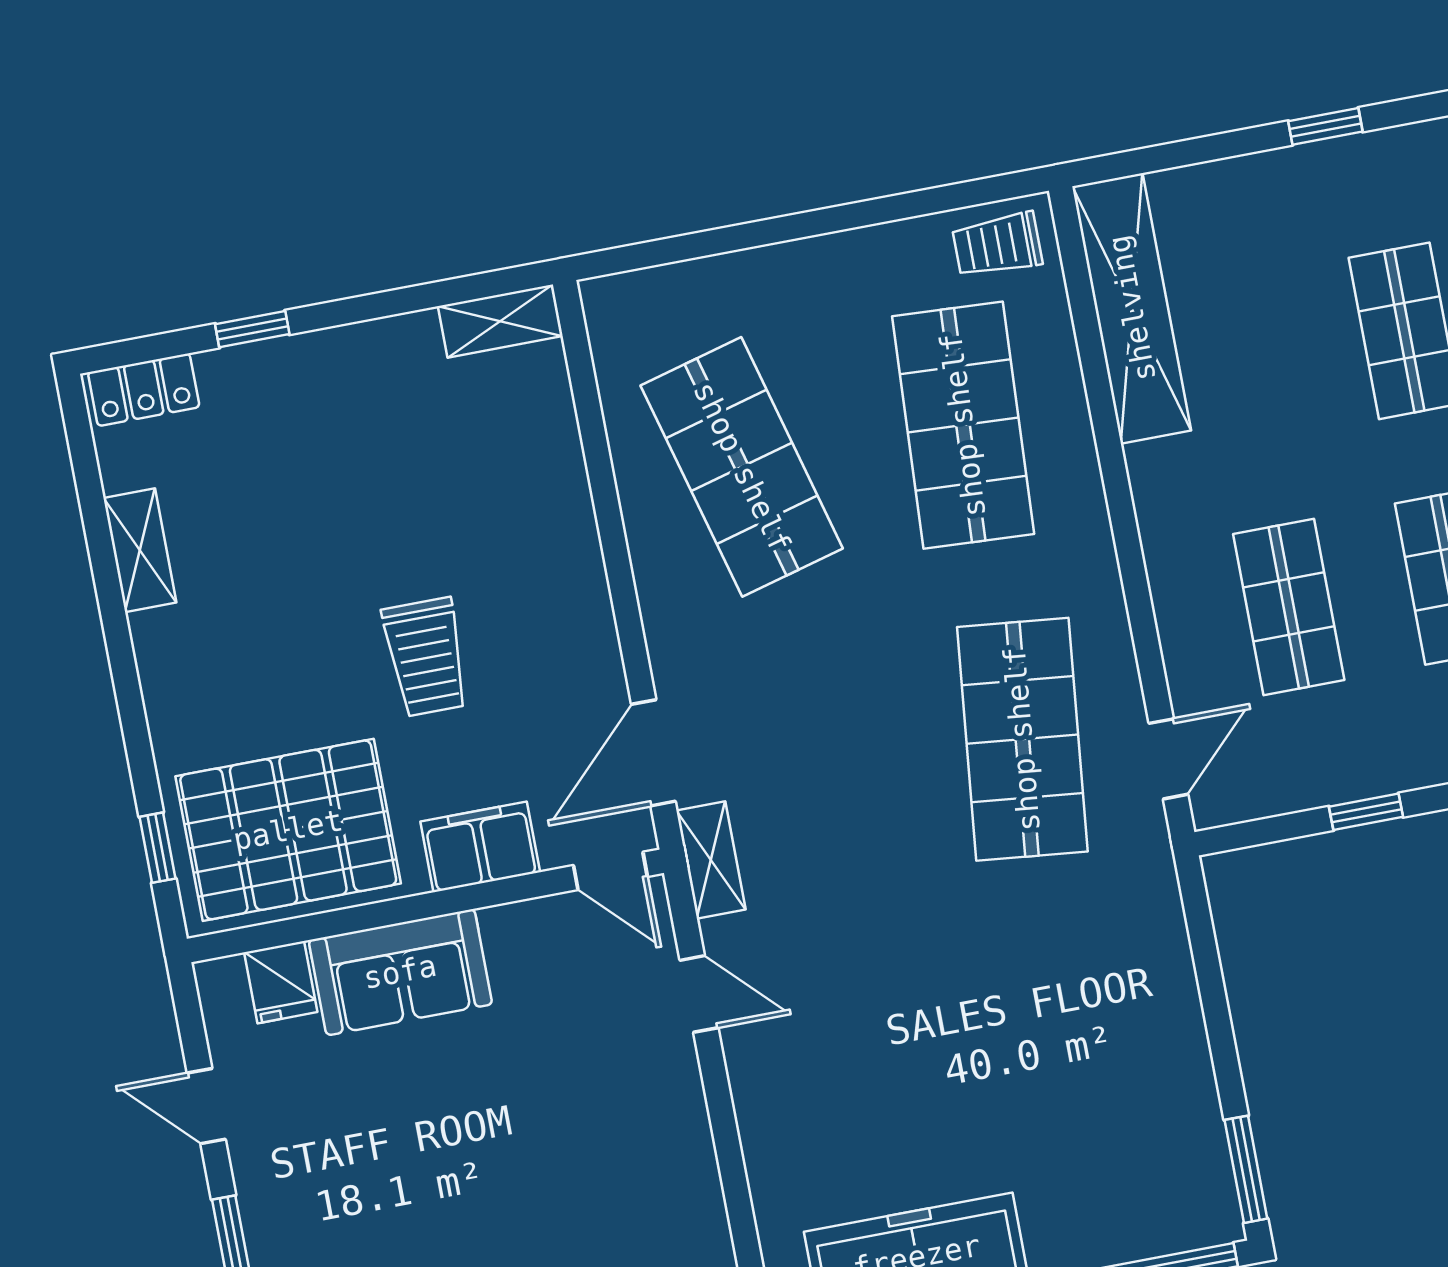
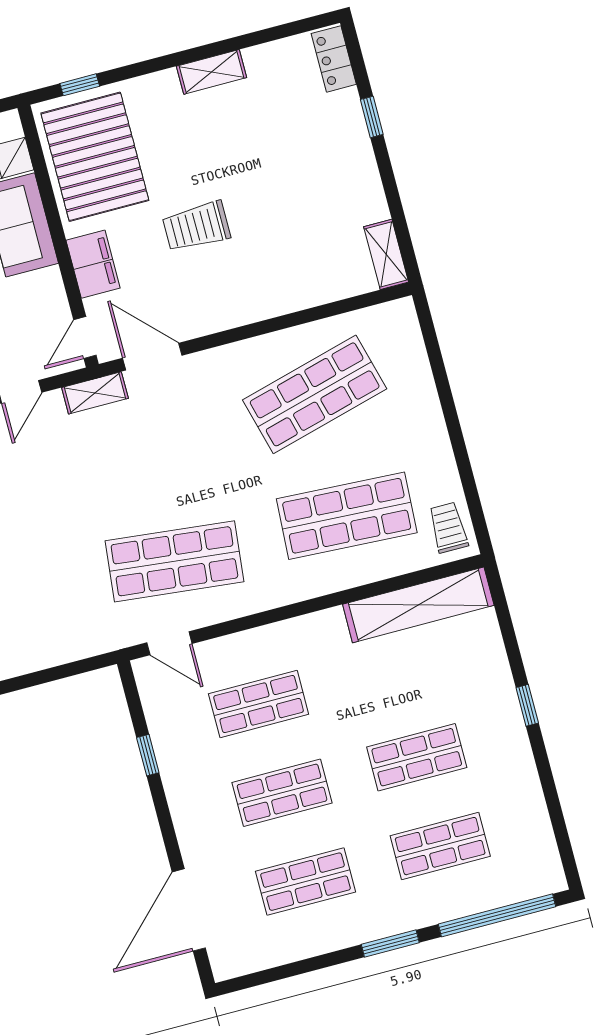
shelving: (140, 550) -> (212, 72), moved

